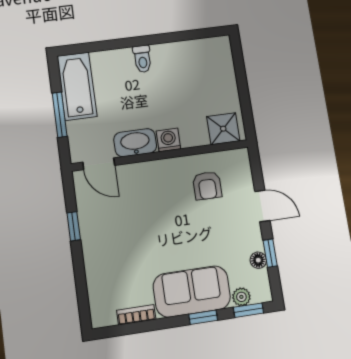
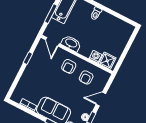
washing machine: (168, 140) -> (95, 57), moved
armchair: (161, 188) -> (69, 66), added
door: (262, 206) -> (101, 99), swing flipped

